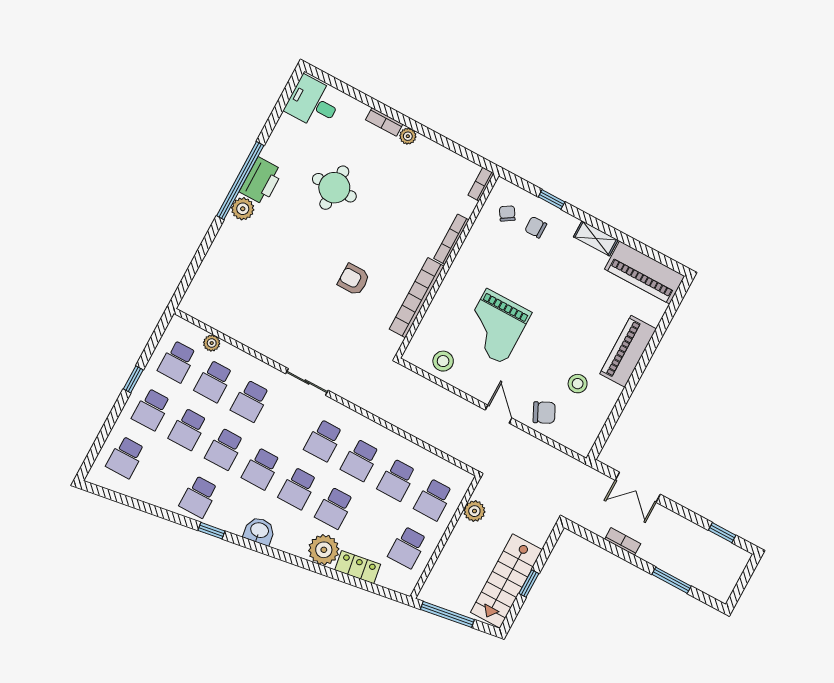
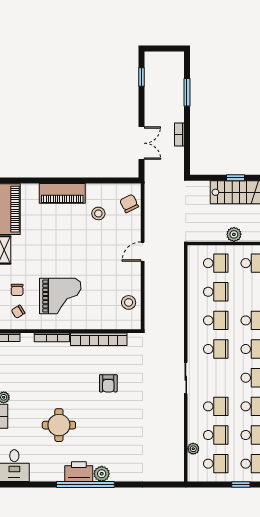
grand piano: (495, 326) -> (60, 296), moved
chair: (544, 413) -> (129, 203), moved
plant: (474, 511) -> (234, 234), moved

